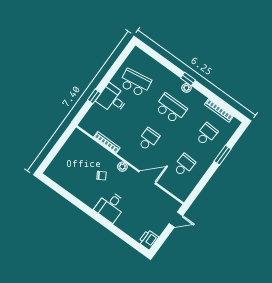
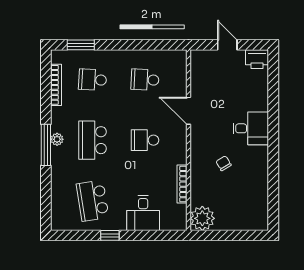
window: (188, 79) -> (46, 145), width x2.17
window: (94, 96) -> (110, 235), moved
desk: (112, 99) -> (143, 213), moved
window: (223, 155) -> (81, 45), moved
plant: (122, 167) -> (202, 218), moved, width x1.87, depth x1.87
door: (176, 220) -> (227, 45), moved

